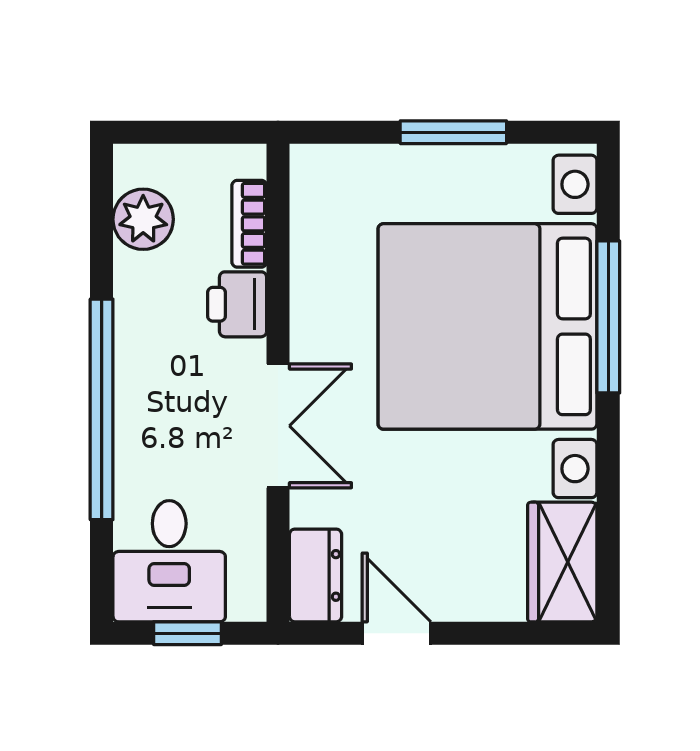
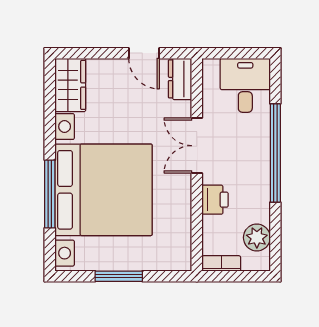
bookcase: (249, 224) -> (221, 263), moved, turned -90
window: (188, 633) -> (237, 53), removed

